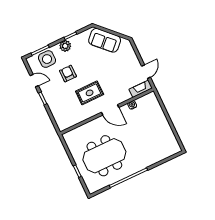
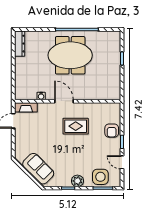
armchair: (68, 74) -> (112, 131), moved
dresser: (173, 142) -> (20, 44), added
meeting table: (104, 156) -> (70, 55), moved

